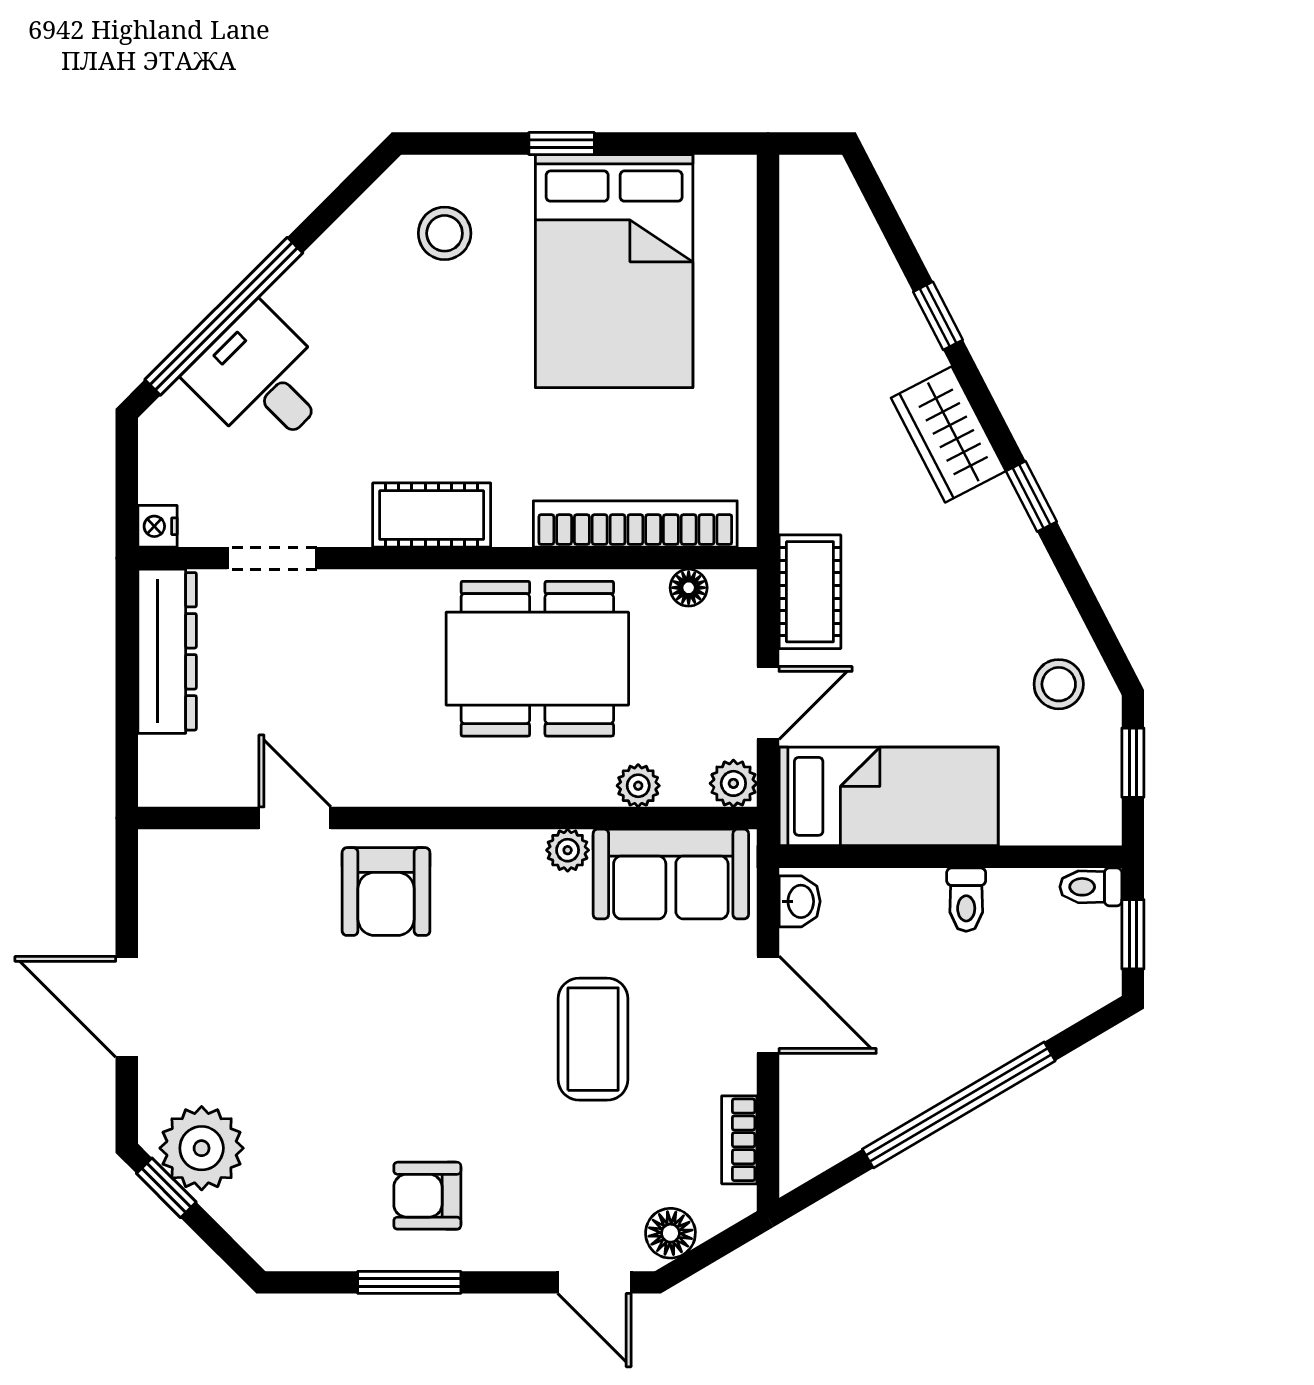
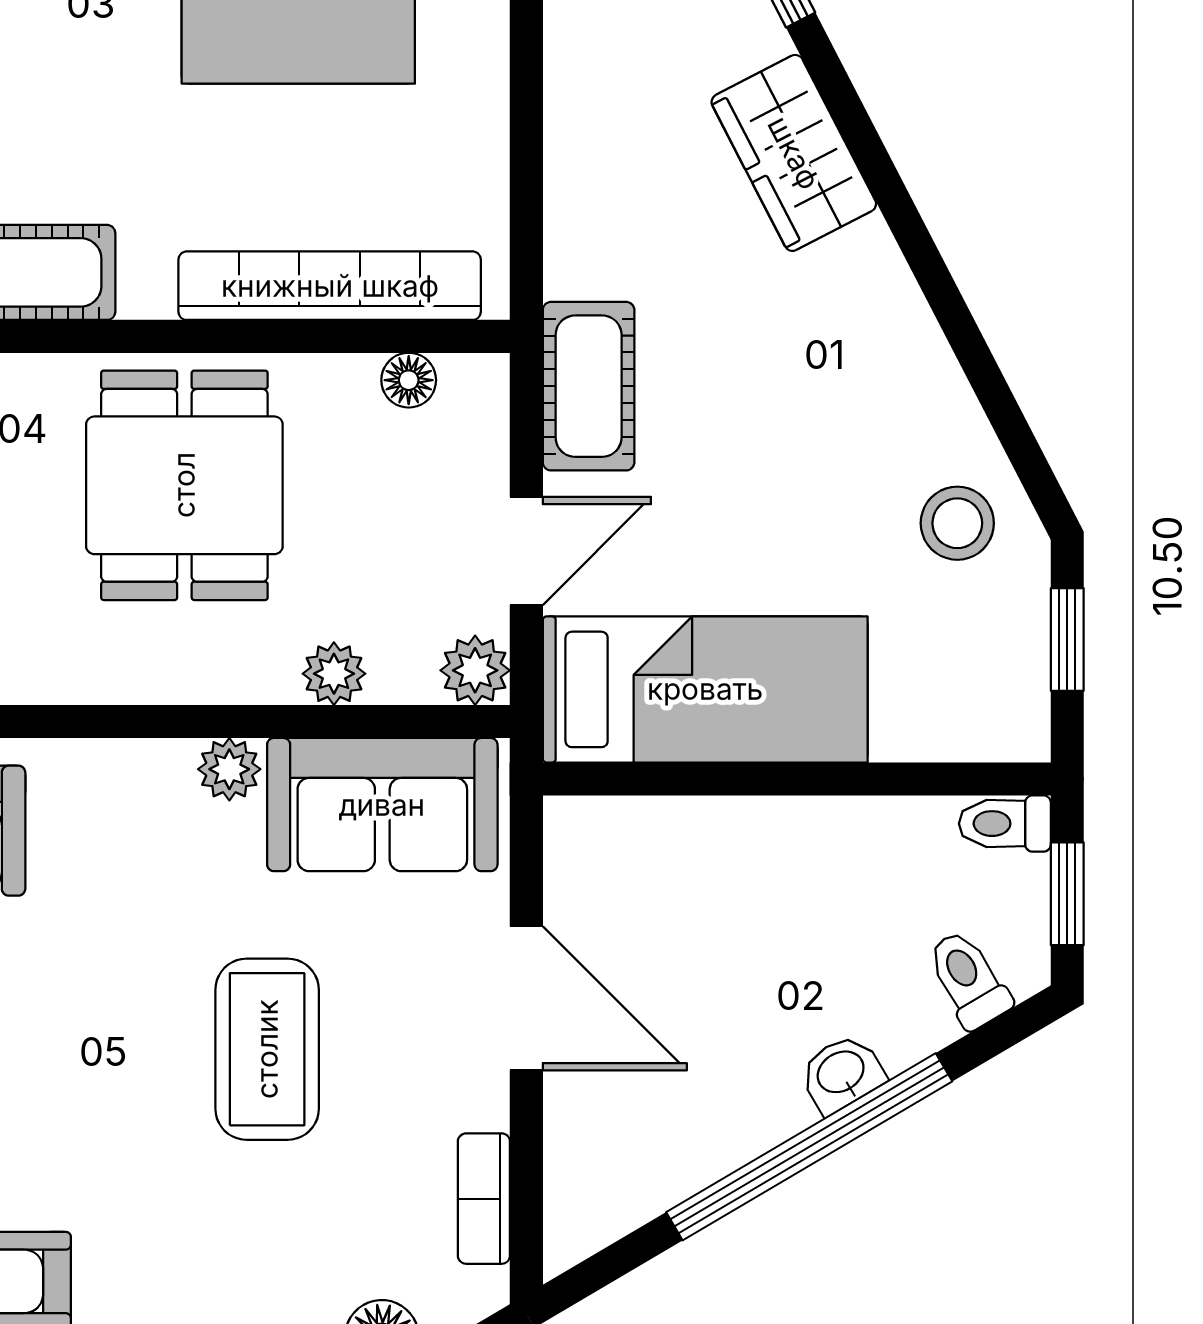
window: (1031, 496) -> (917, 245), removed
dining table: (537, 659) -> (184, 485), width x0.73
toilet: (966, 900) -> (968, 979), moved, turned 149
washbasin: (800, 901) -> (842, 1073), moved, turned -121

